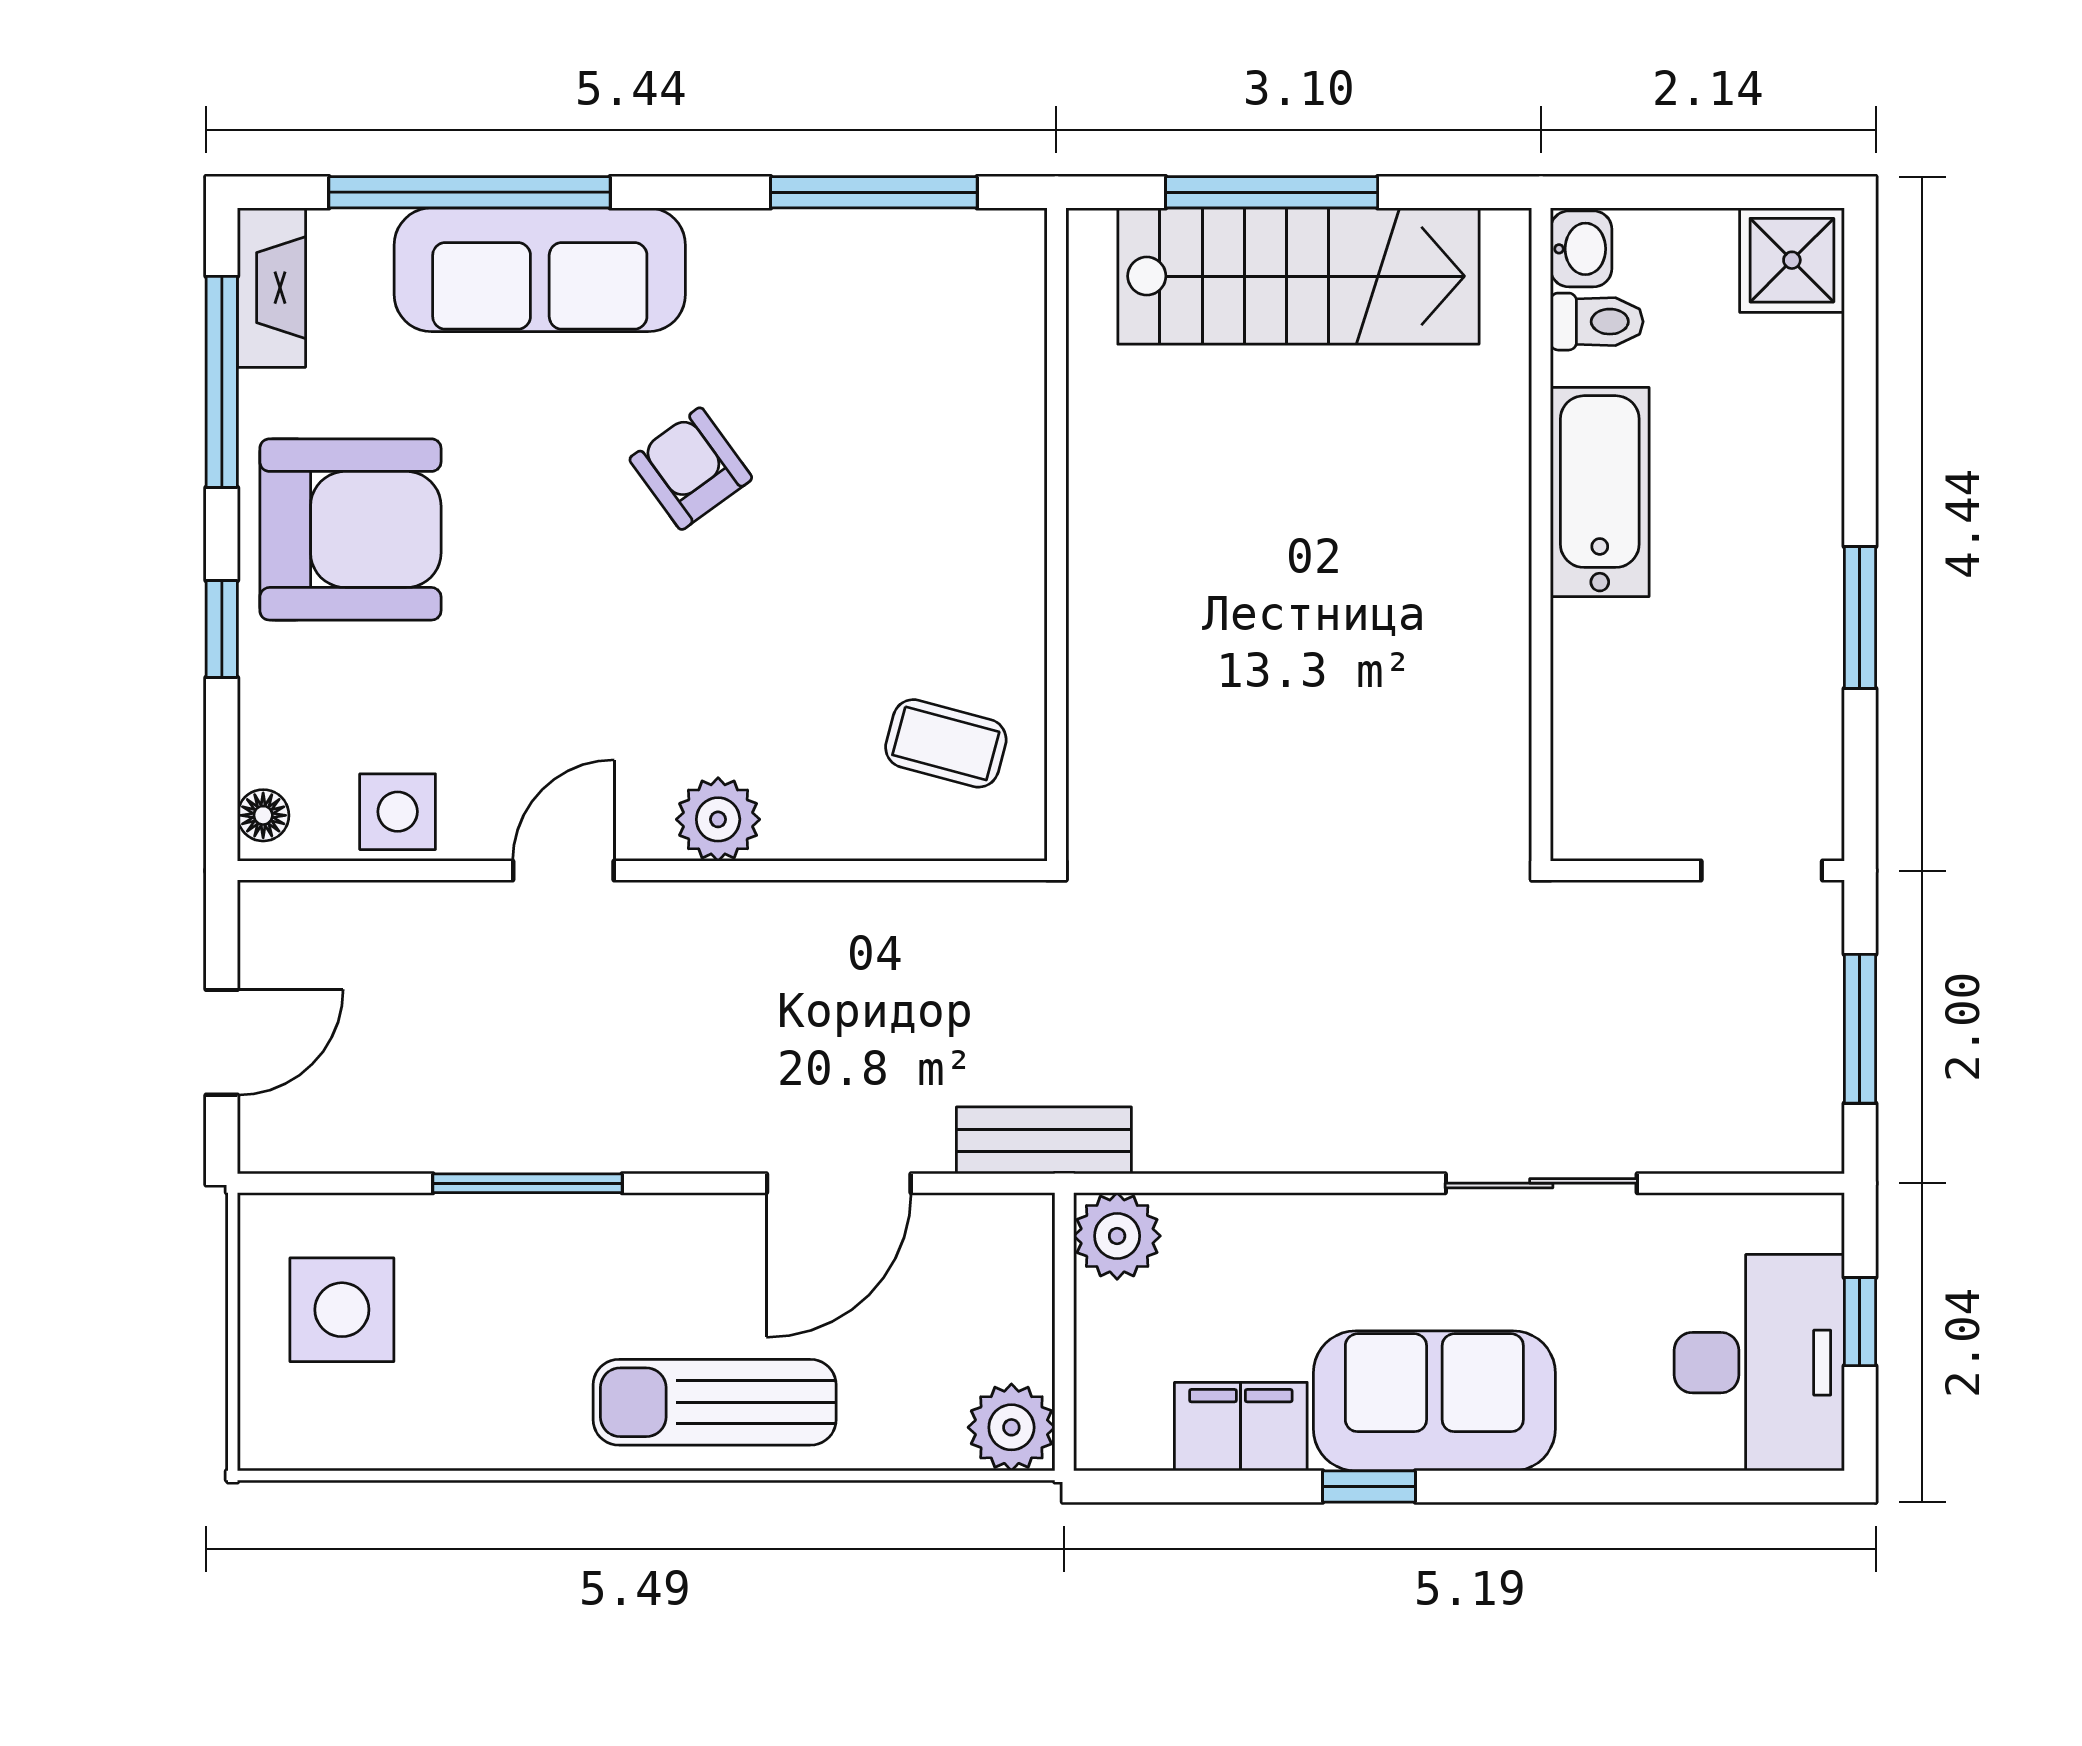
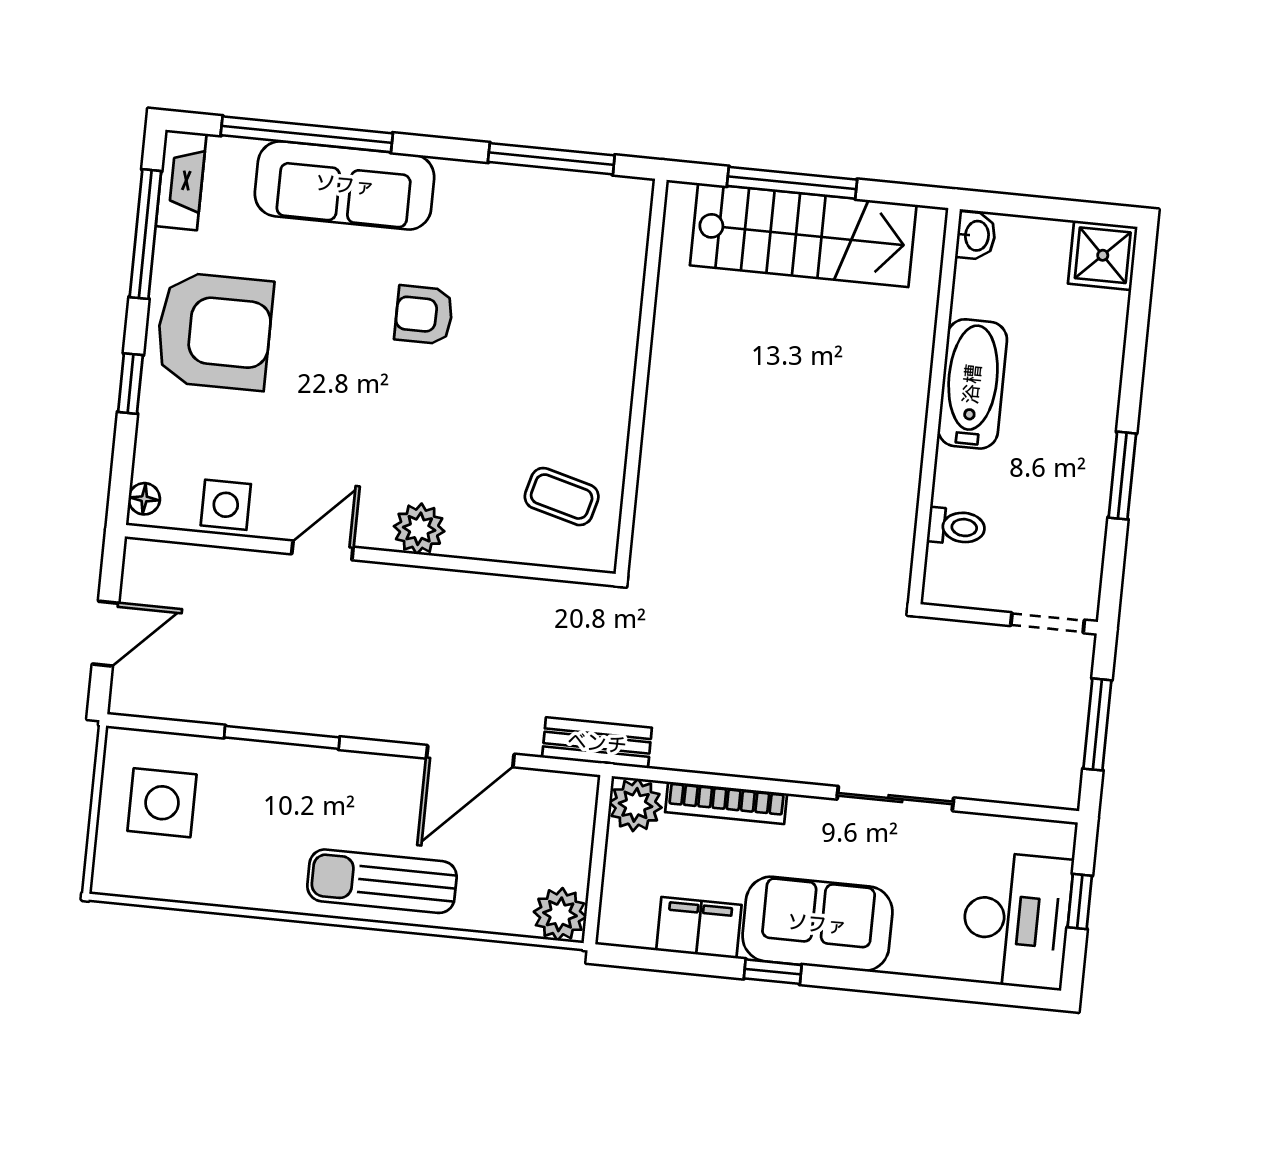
toilet: (1597, 322) -> (956, 527), moved
armchair: (691, 469) -> (424, 315), turned -54
bookcase: (1265, 1218) -> (726, 803), added

